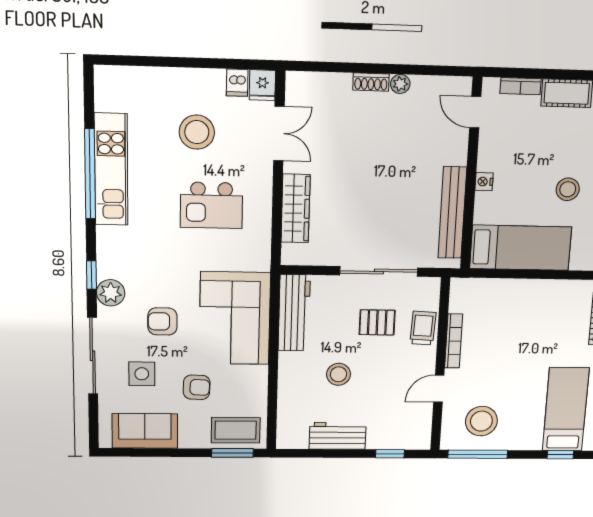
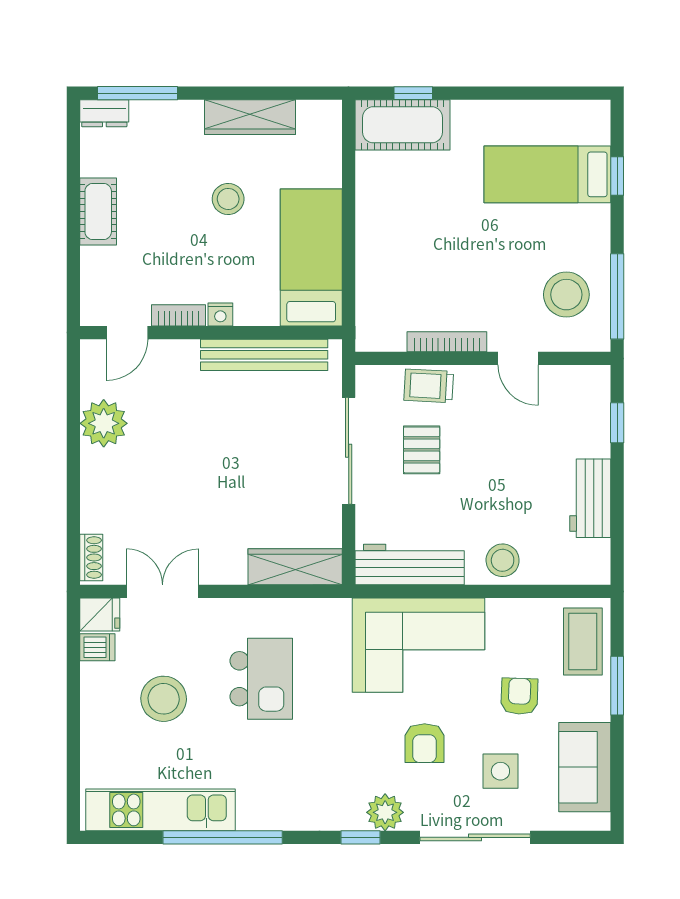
shoe rack: (371, 82) -> (91, 557), moved
plant: (400, 84) -> (104, 423), width x1.88, depth x1.88
bookcase: (520, 86) -> (179, 315), moved, turned -90
kitchen unit: (111, 169) -> (161, 810), moved
wardrobe: (296, 209) -> (295, 567), moved
stool: (339, 374) -> (503, 560), moved
window: (232, 453) -> (617, 686), moved

